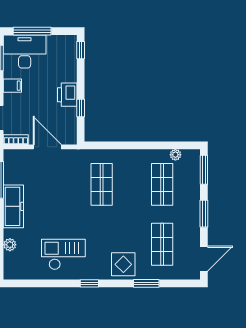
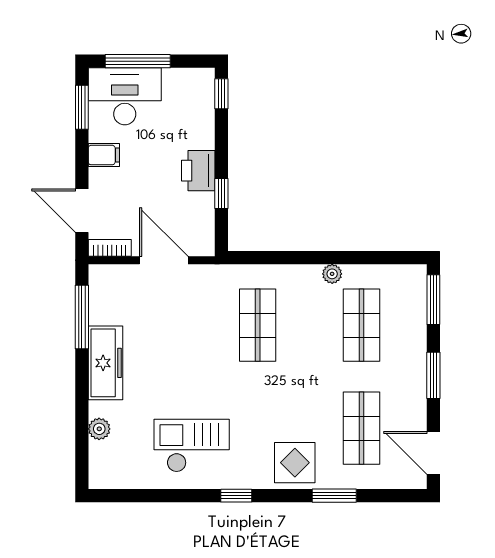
plant: (175, 155) -> (332, 274), moved
door: (204, 259) -> (433, 453), swing flipped

